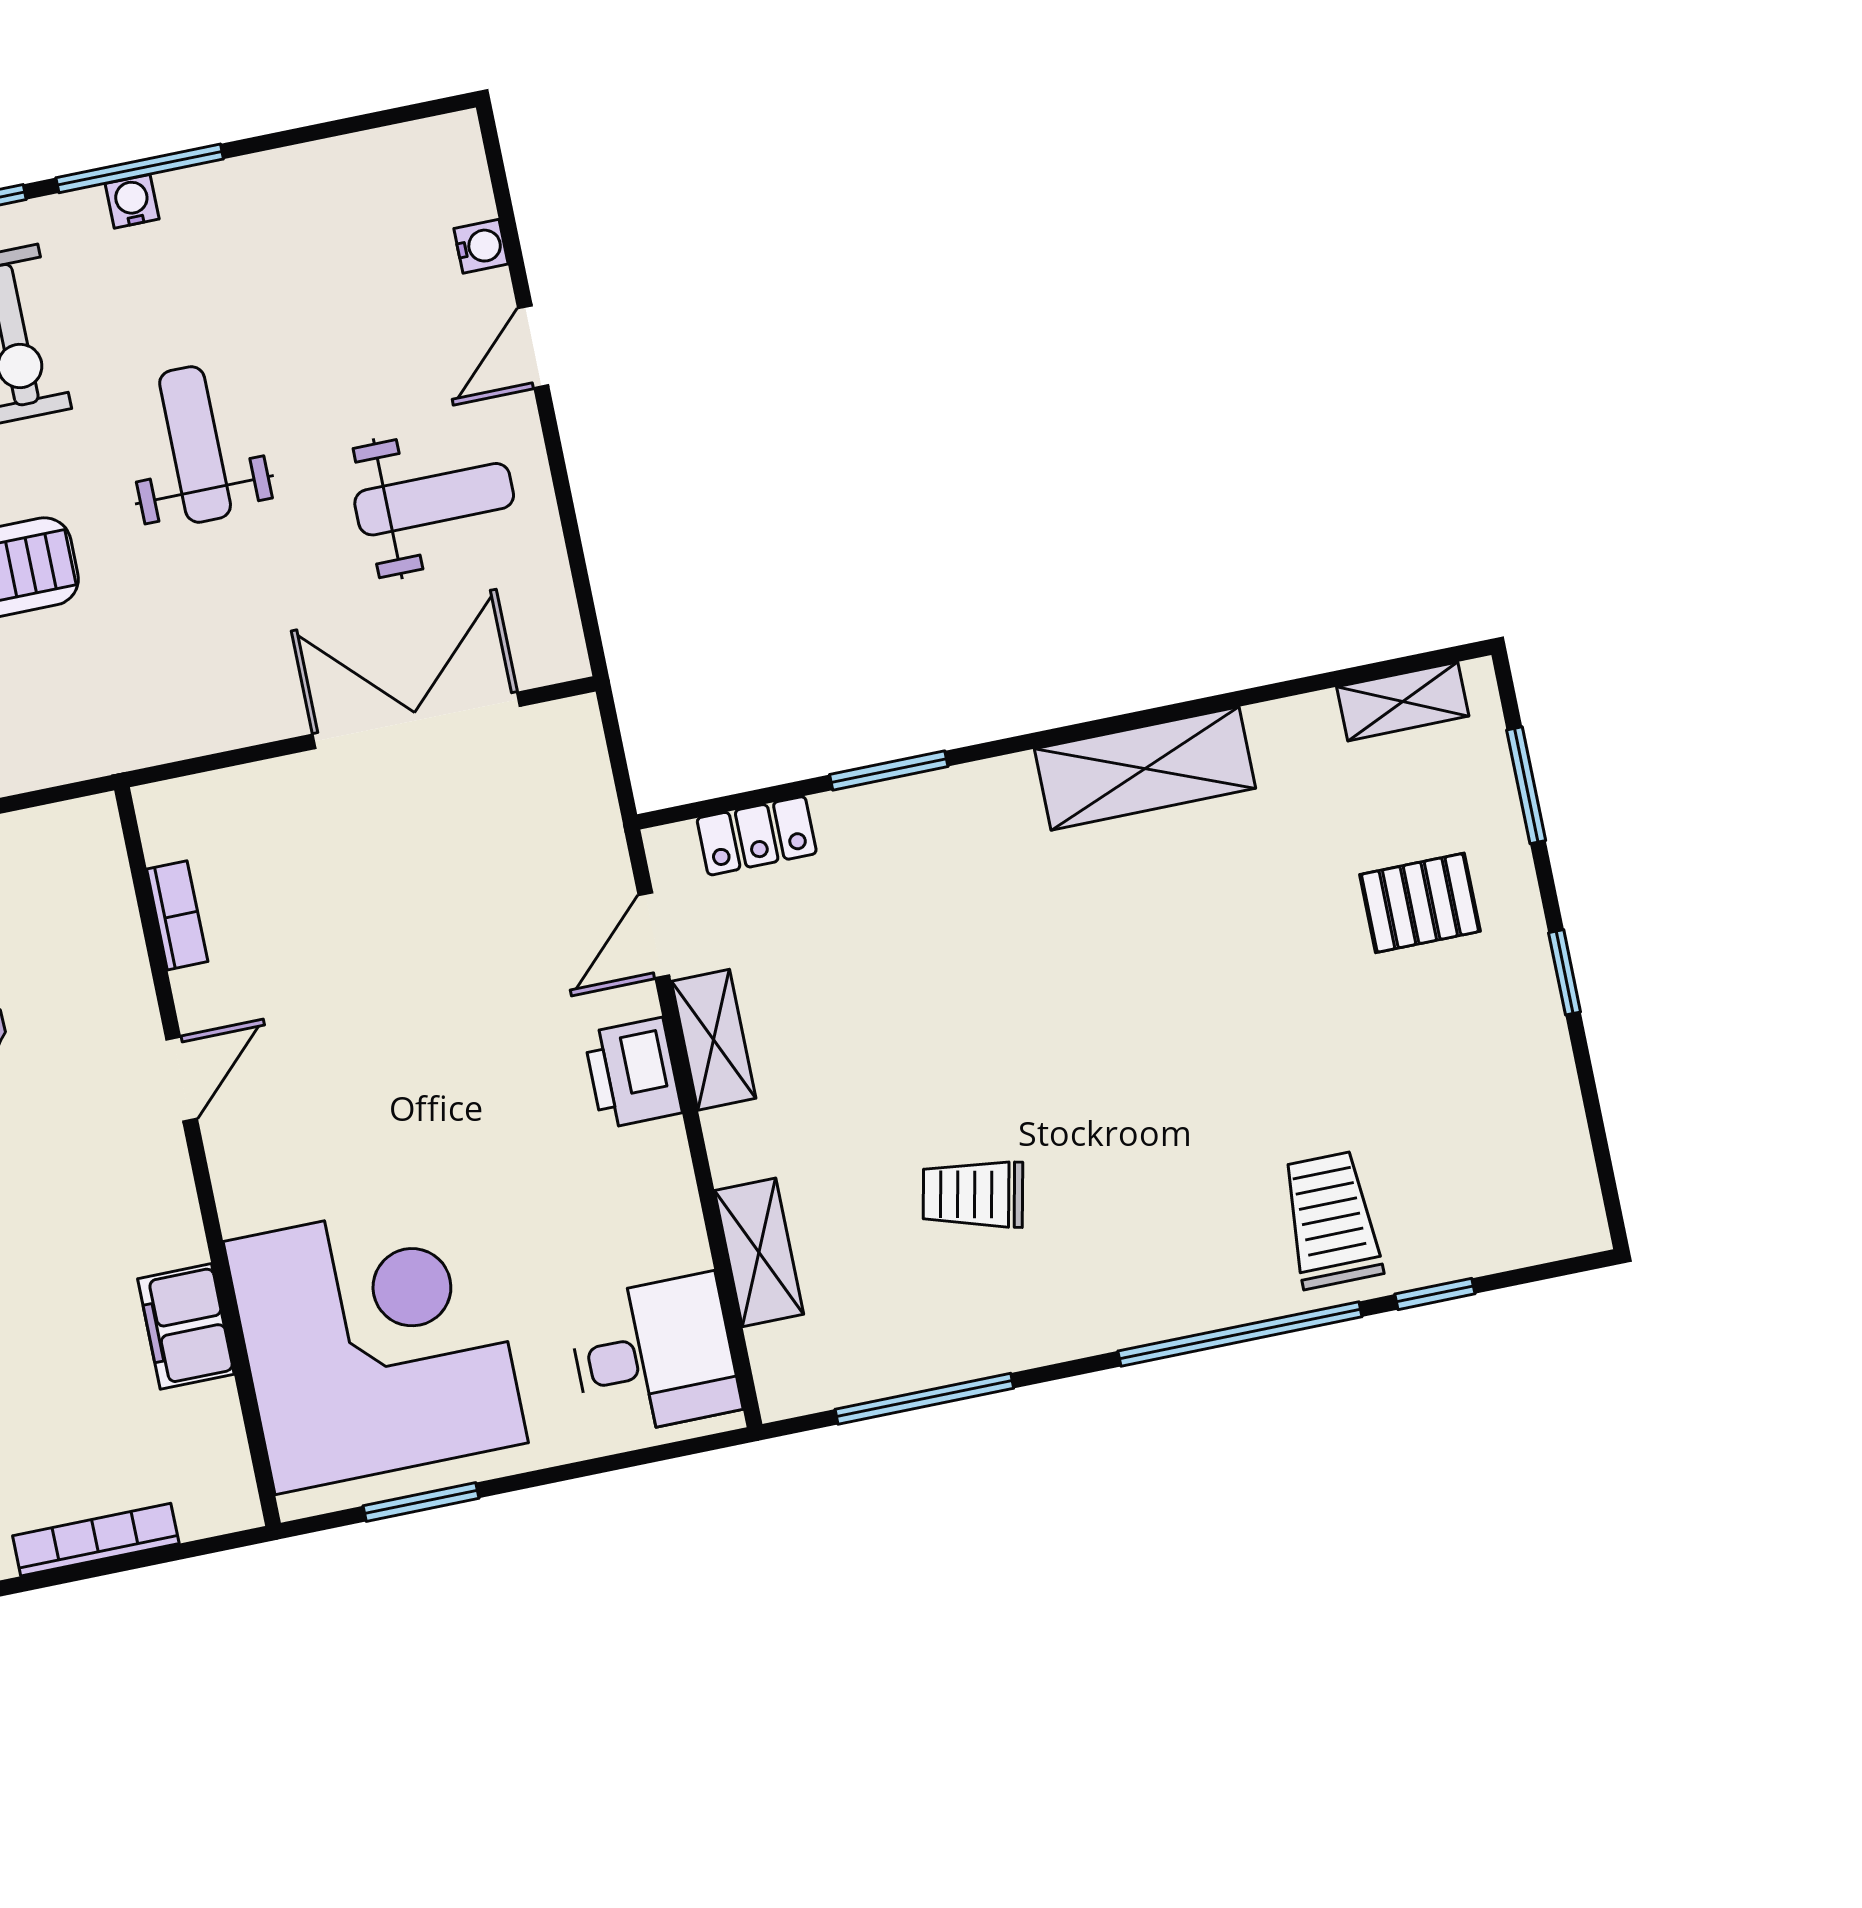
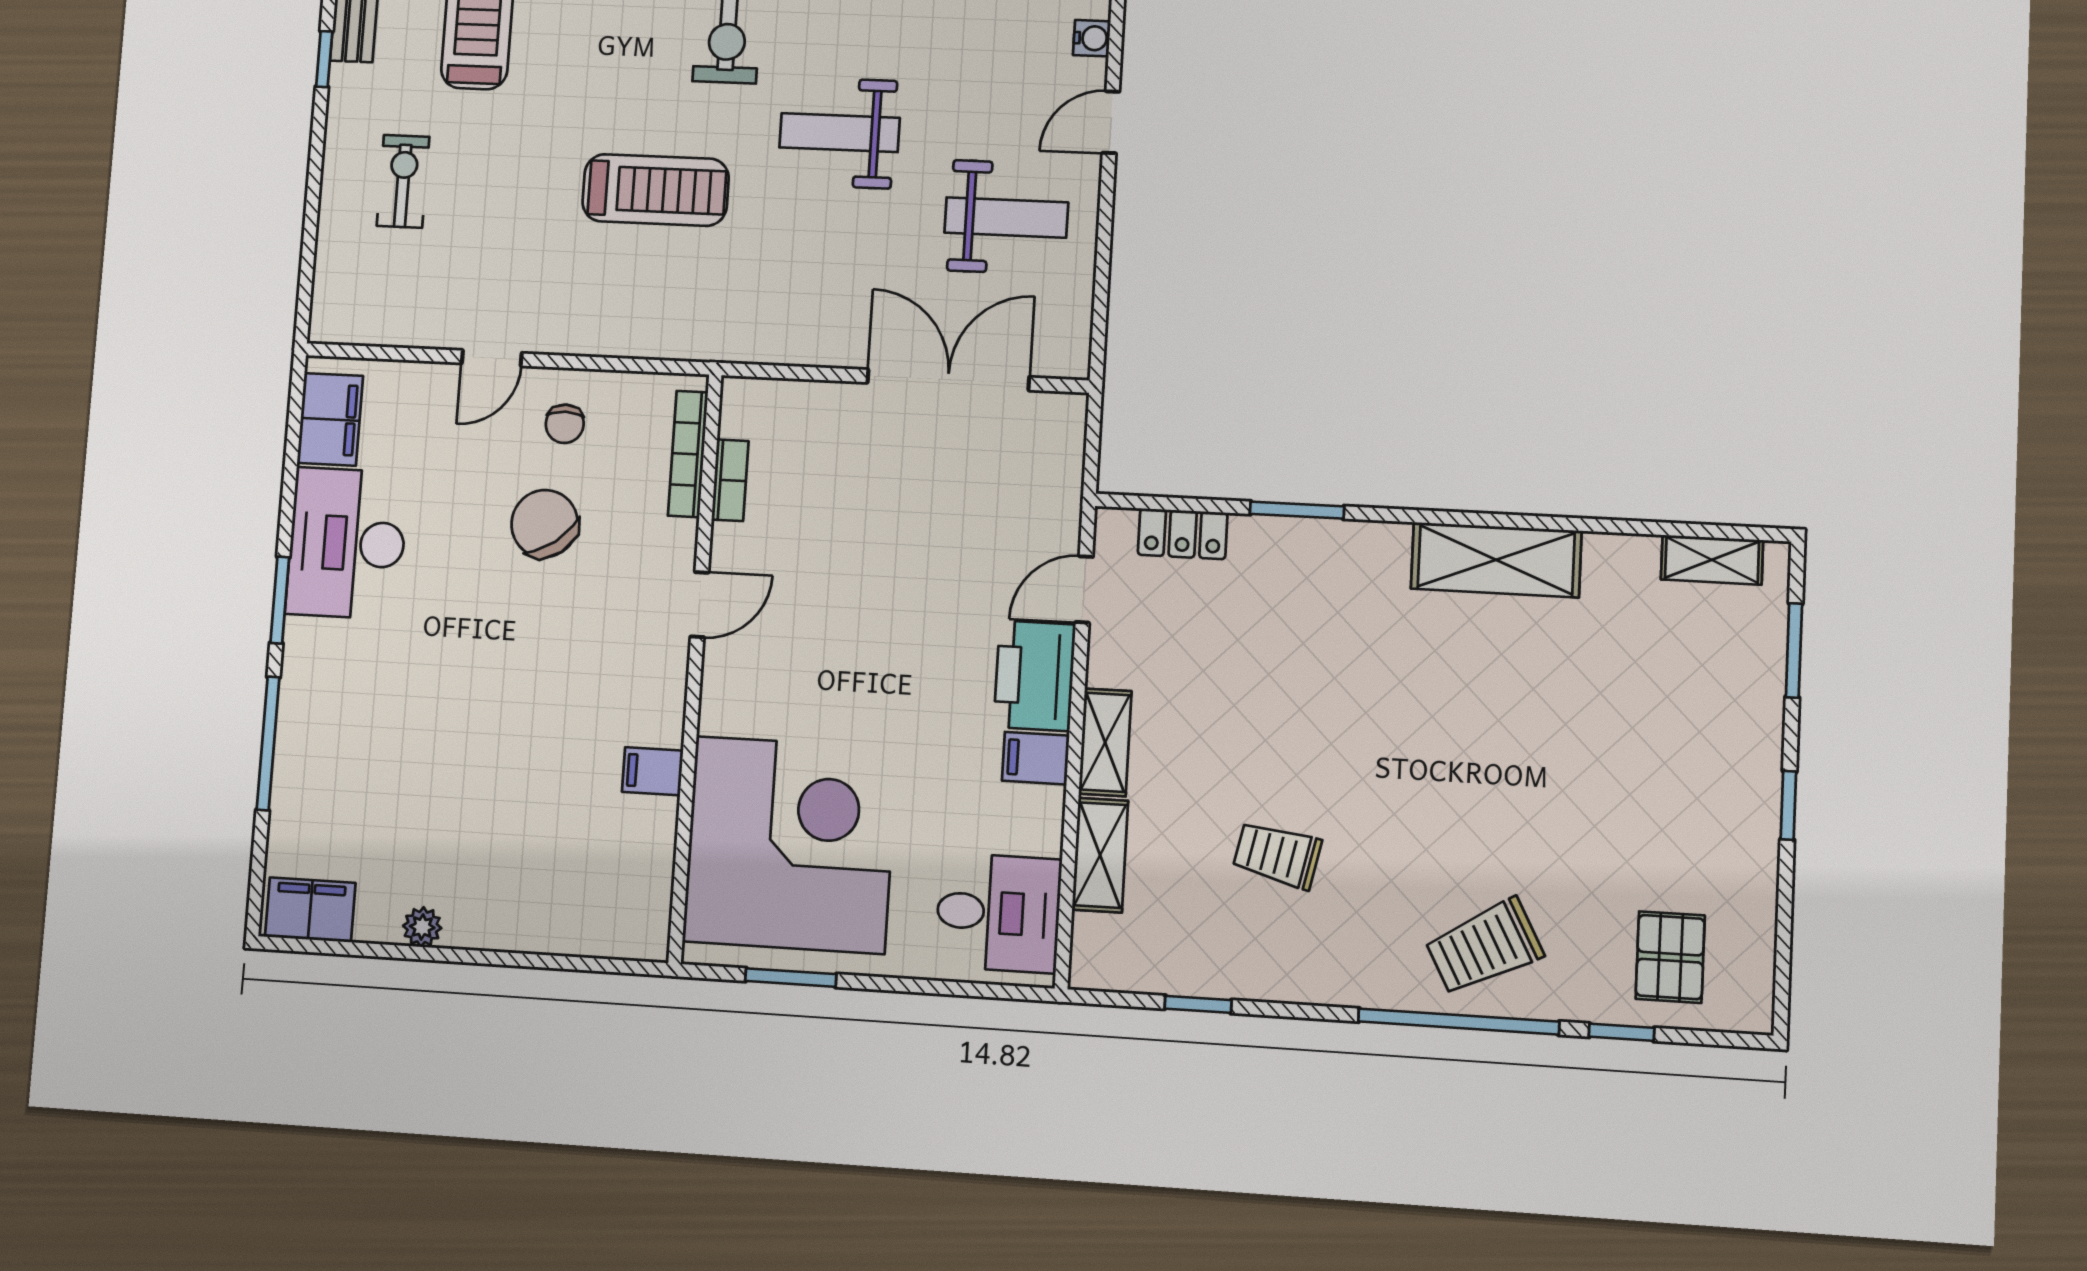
weight bench: (195, 444) -> (840, 133), turned -90
pallet: (1420, 903) -> (1670, 957), moved, turned 90
shelving: (714, 1040) -> (1105, 742), moved
printer: (633, 1073) -> (1035, 676), width x1.37, depth x1.19
filing cabinet: (649, 1156) -> (1036, 758), added
trolley: (1331, 1220) -> (1484, 947), moved, turned -118
filing cabinet: (186, 1326) -> (653, 771), width x0.50
window: (924, 1399) -> (1198, 1004), width x0.46
bookcase: (96, 1540) -> (688, 454), moved, turned -90

